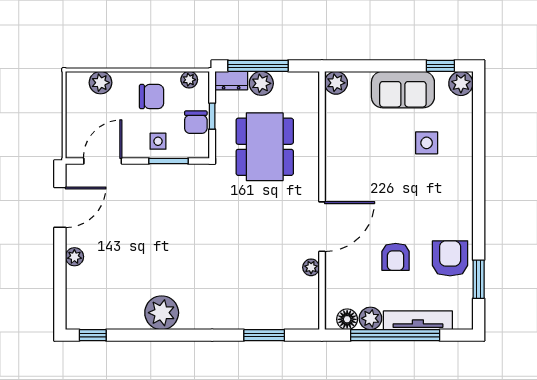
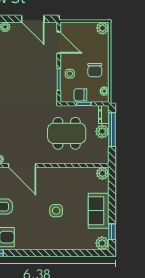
plant: (101, 83) -> (103, 28), moved
side table: (427, 143) -> (56, 211), moved

